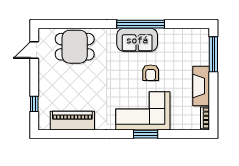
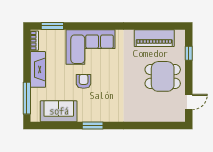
window: (141, 24) -> (93, 125), width x0.47
sofa: (137, 40) -> (59, 111), moved
dining table: (75, 47) -> (163, 76), moved
window: (146, 134) -> (52, 26), moved

